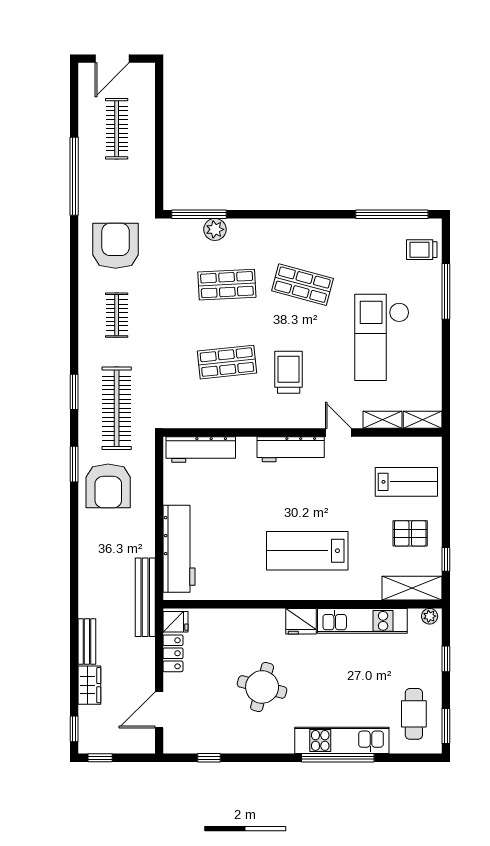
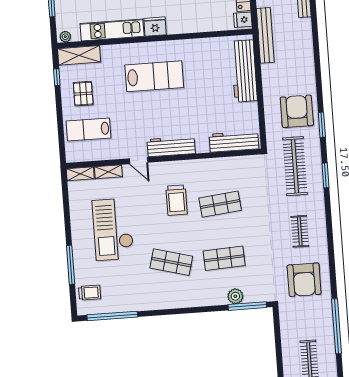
checkout: (382, 337) -> (113, 229), turned 180
pallet: (410, 533) -> (83, 94), turned 90

